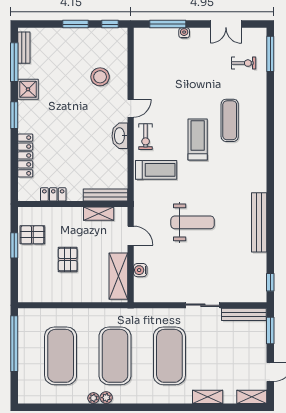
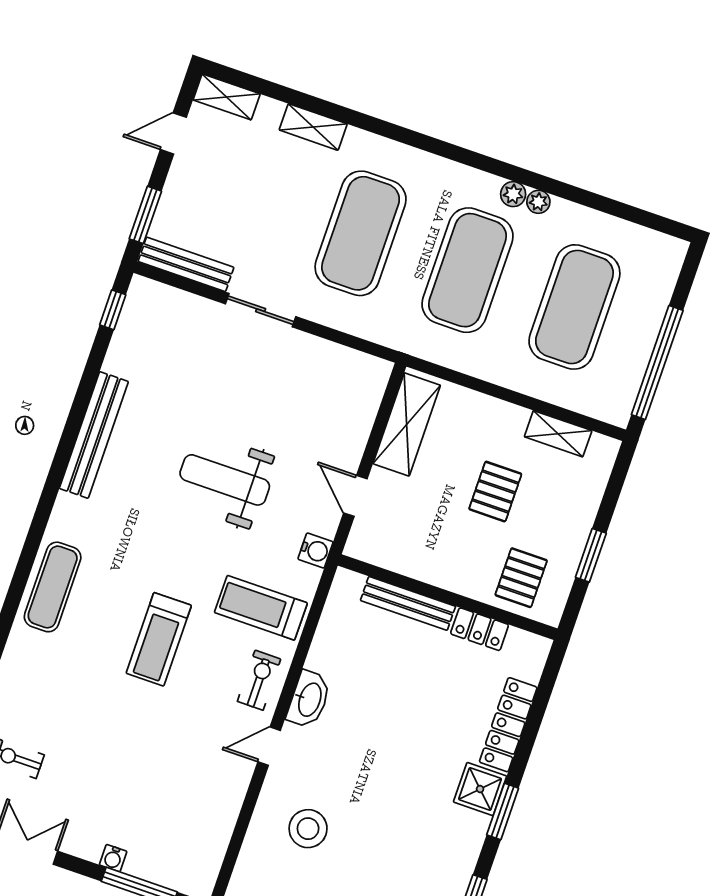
shower: (28, 89) -> (480, 789), moved
exercise mat: (230, 120) -> (53, 587), moved
bench: (106, 195) -> (408, 603), moved
shelving: (99, 214) -> (558, 434), moved
pallet: (32, 235) -> (521, 578), moved, turned 90
water cooler: (140, 270) -> (315, 550), moved

